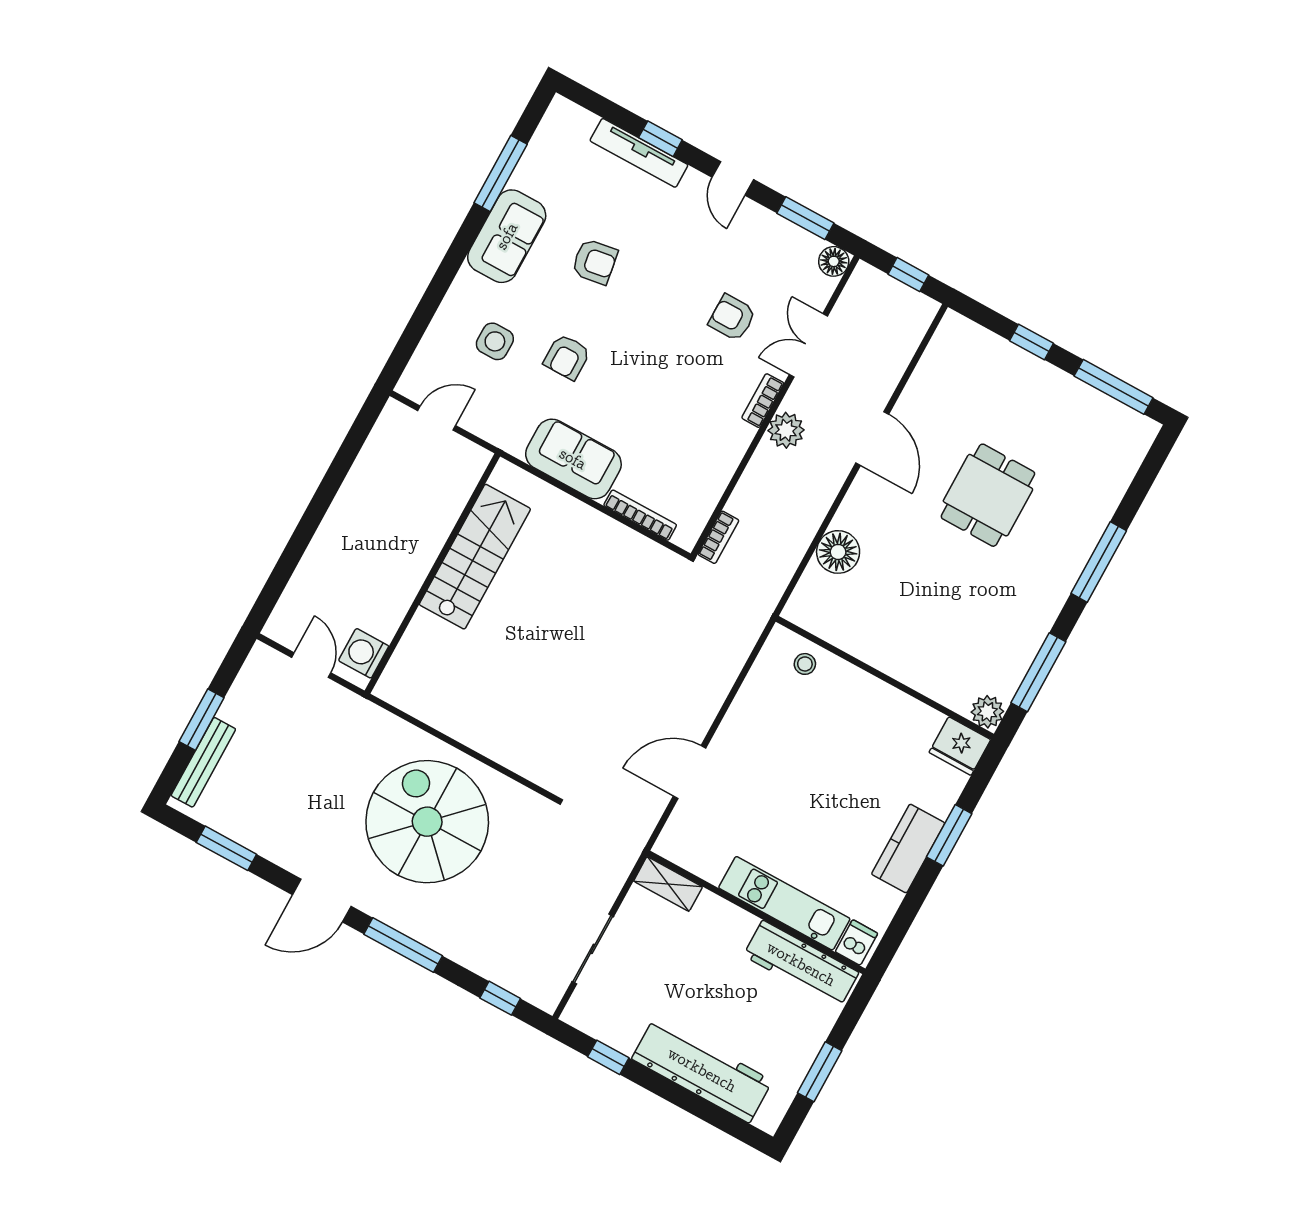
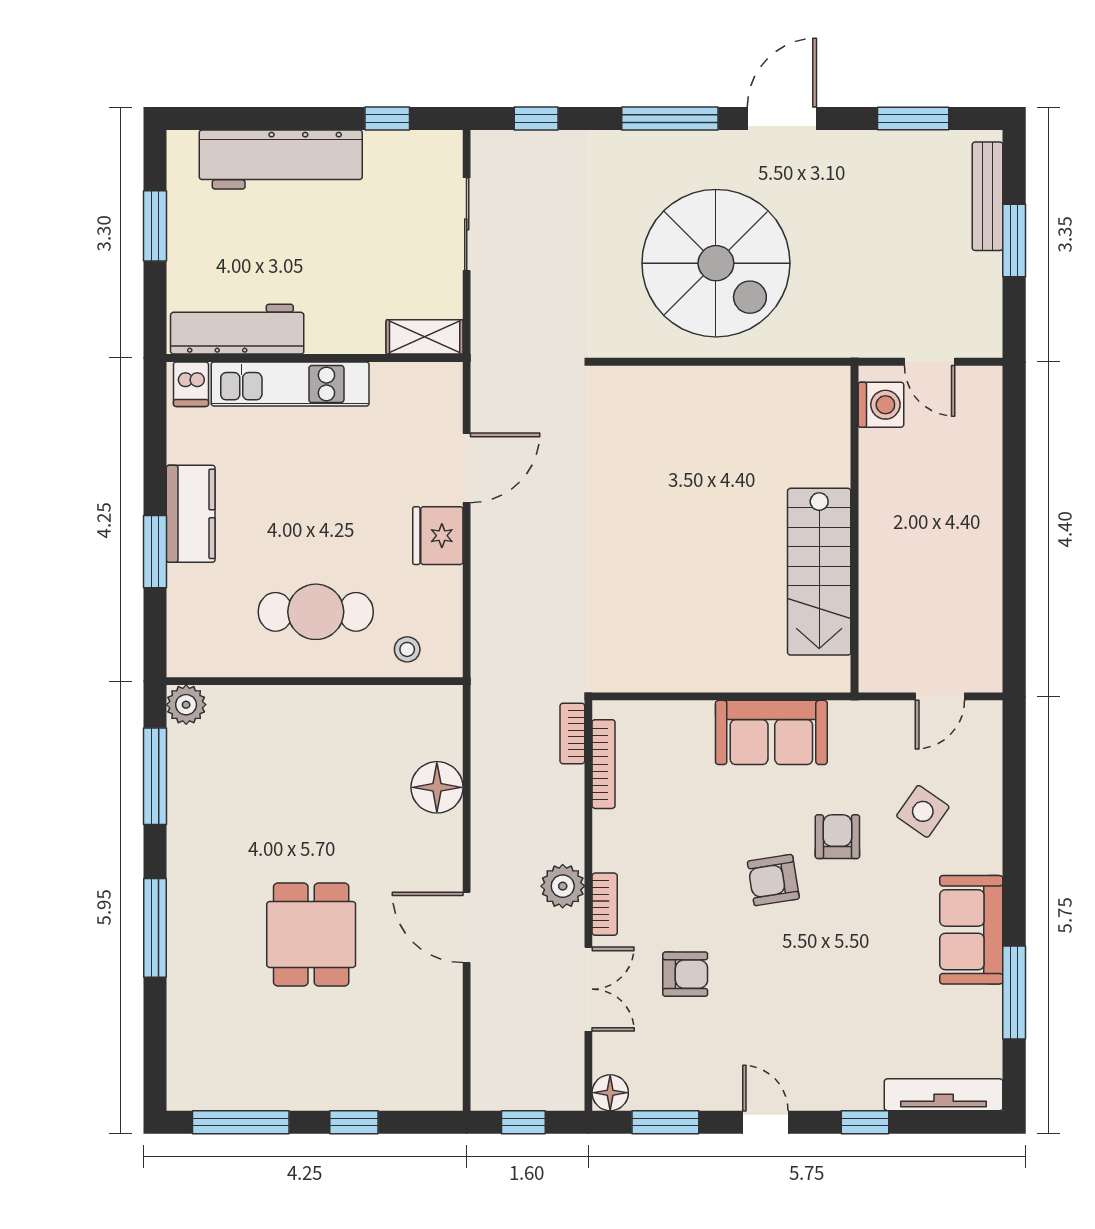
tv unit: (639, 153) -> (944, 1095), moved
armchair: (595, 262) -> (773, 880), moved
side table: (495, 341) -> (923, 811), turned 35
bookcase: (640, 515) -> (604, 764), moved, turned -90
cafe table: (856, 728) -> (316, 612), added
fridge: (960, 746) -> (438, 536), moved, turned -90

